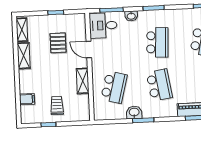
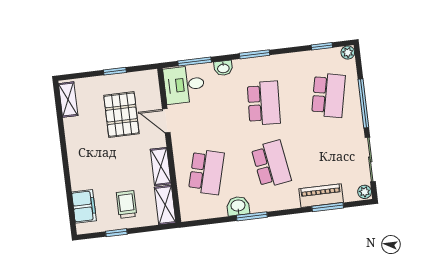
pallet: (58, 43) -> (121, 115), width x1.50, depth x1.42
shelving: (24, 56) -> (165, 205), moved
filing cabinet: (27, 99) -> (84, 206), width x2.00

